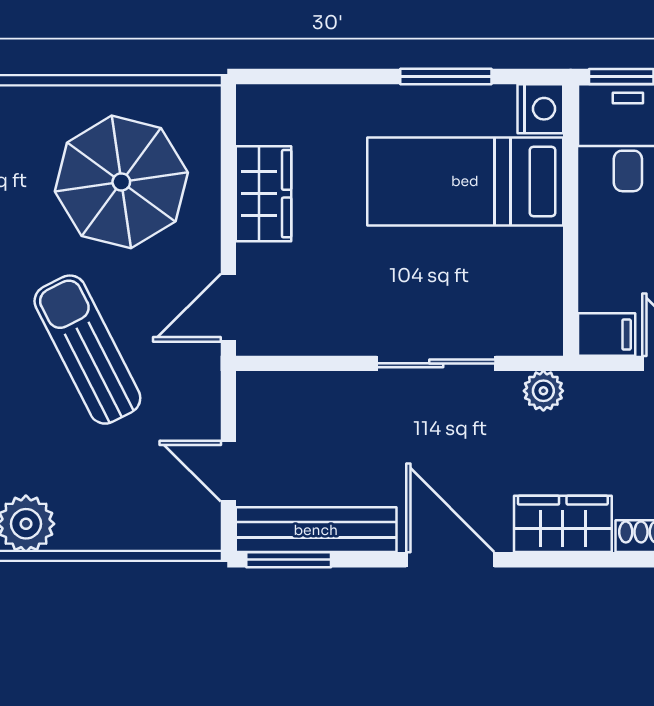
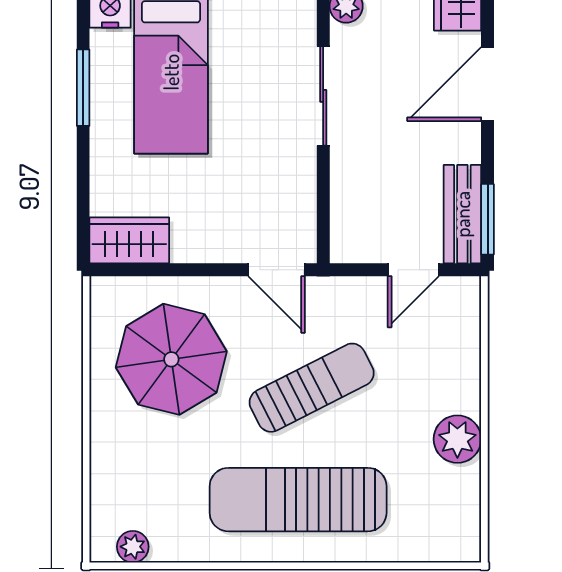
wardrobe: (263, 194) -> (129, 240), moved
sun lounger: (87, 350) -> (312, 388), turned 180
bench: (316, 530) -> (462, 214), width x0.73

